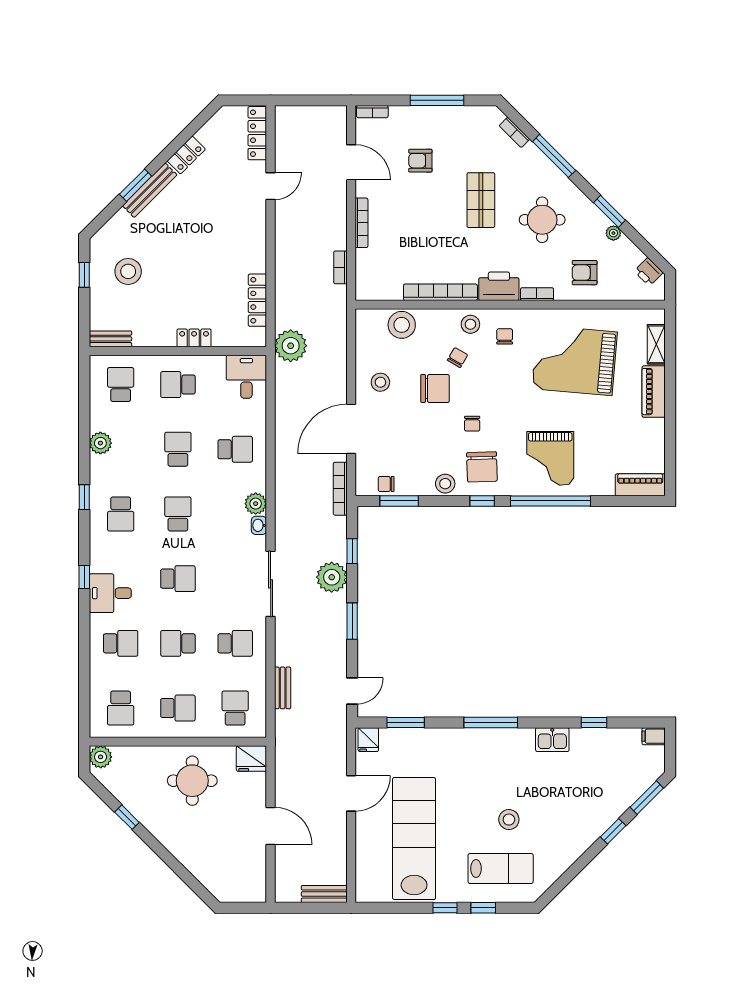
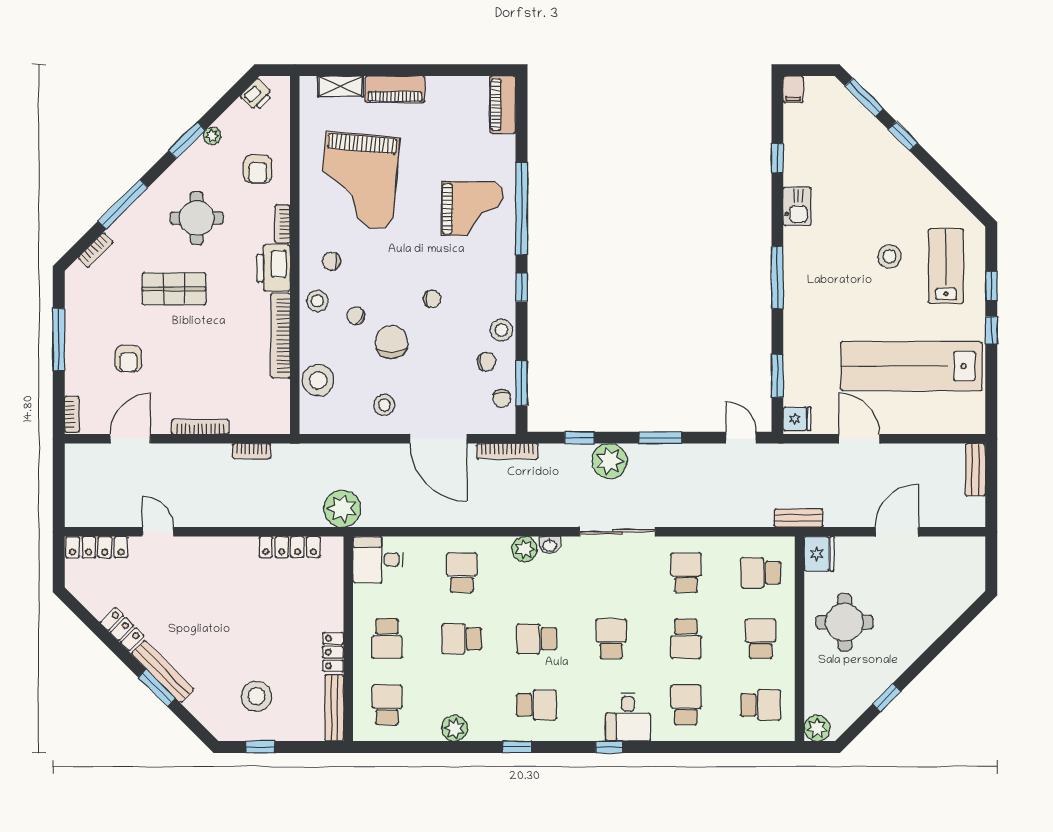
locker: (194, 338) -> (333, 652), moved
bench: (110, 339) -> (334, 708), width x1.36
school desk: (121, 385) -> (387, 705), turned 90
chair: (482, 467) -> (486, 362), moved, width x0.54, depth x0.54
bench: (283, 688) -> (798, 518), moved

